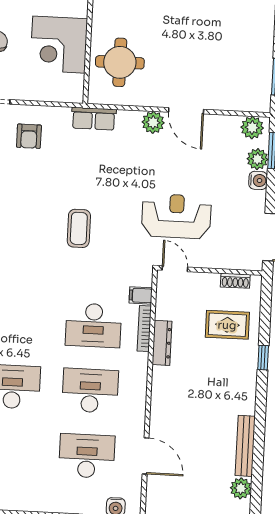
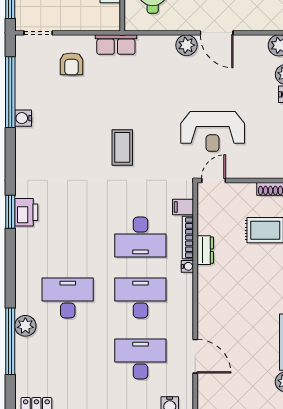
row of seats: (94, 119) -> (116, 45), moved
reception desk: (176, 216) -> (213, 131), turned 180
door: (175, 269) -> (214, 180), hinge flipped
dresser: (162, 343) -> (205, 250), width x0.70
water cooler: (142, 359) -> (187, 266), added

